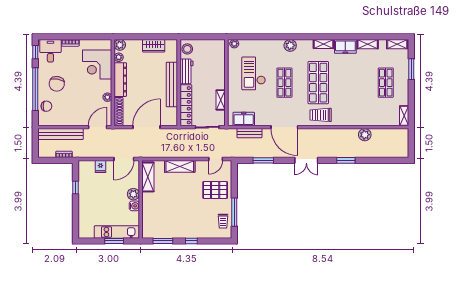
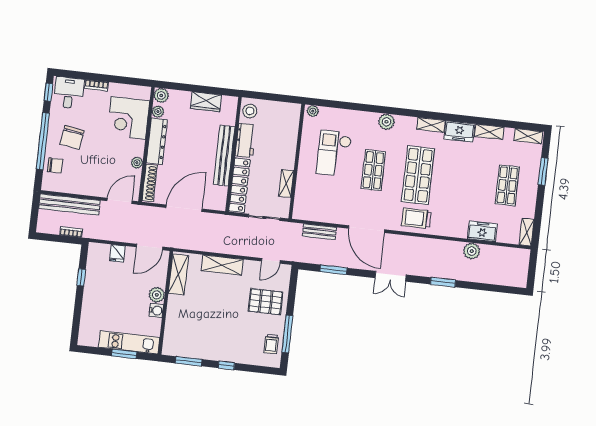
freezer: (244, 119) -> (482, 231), moved

